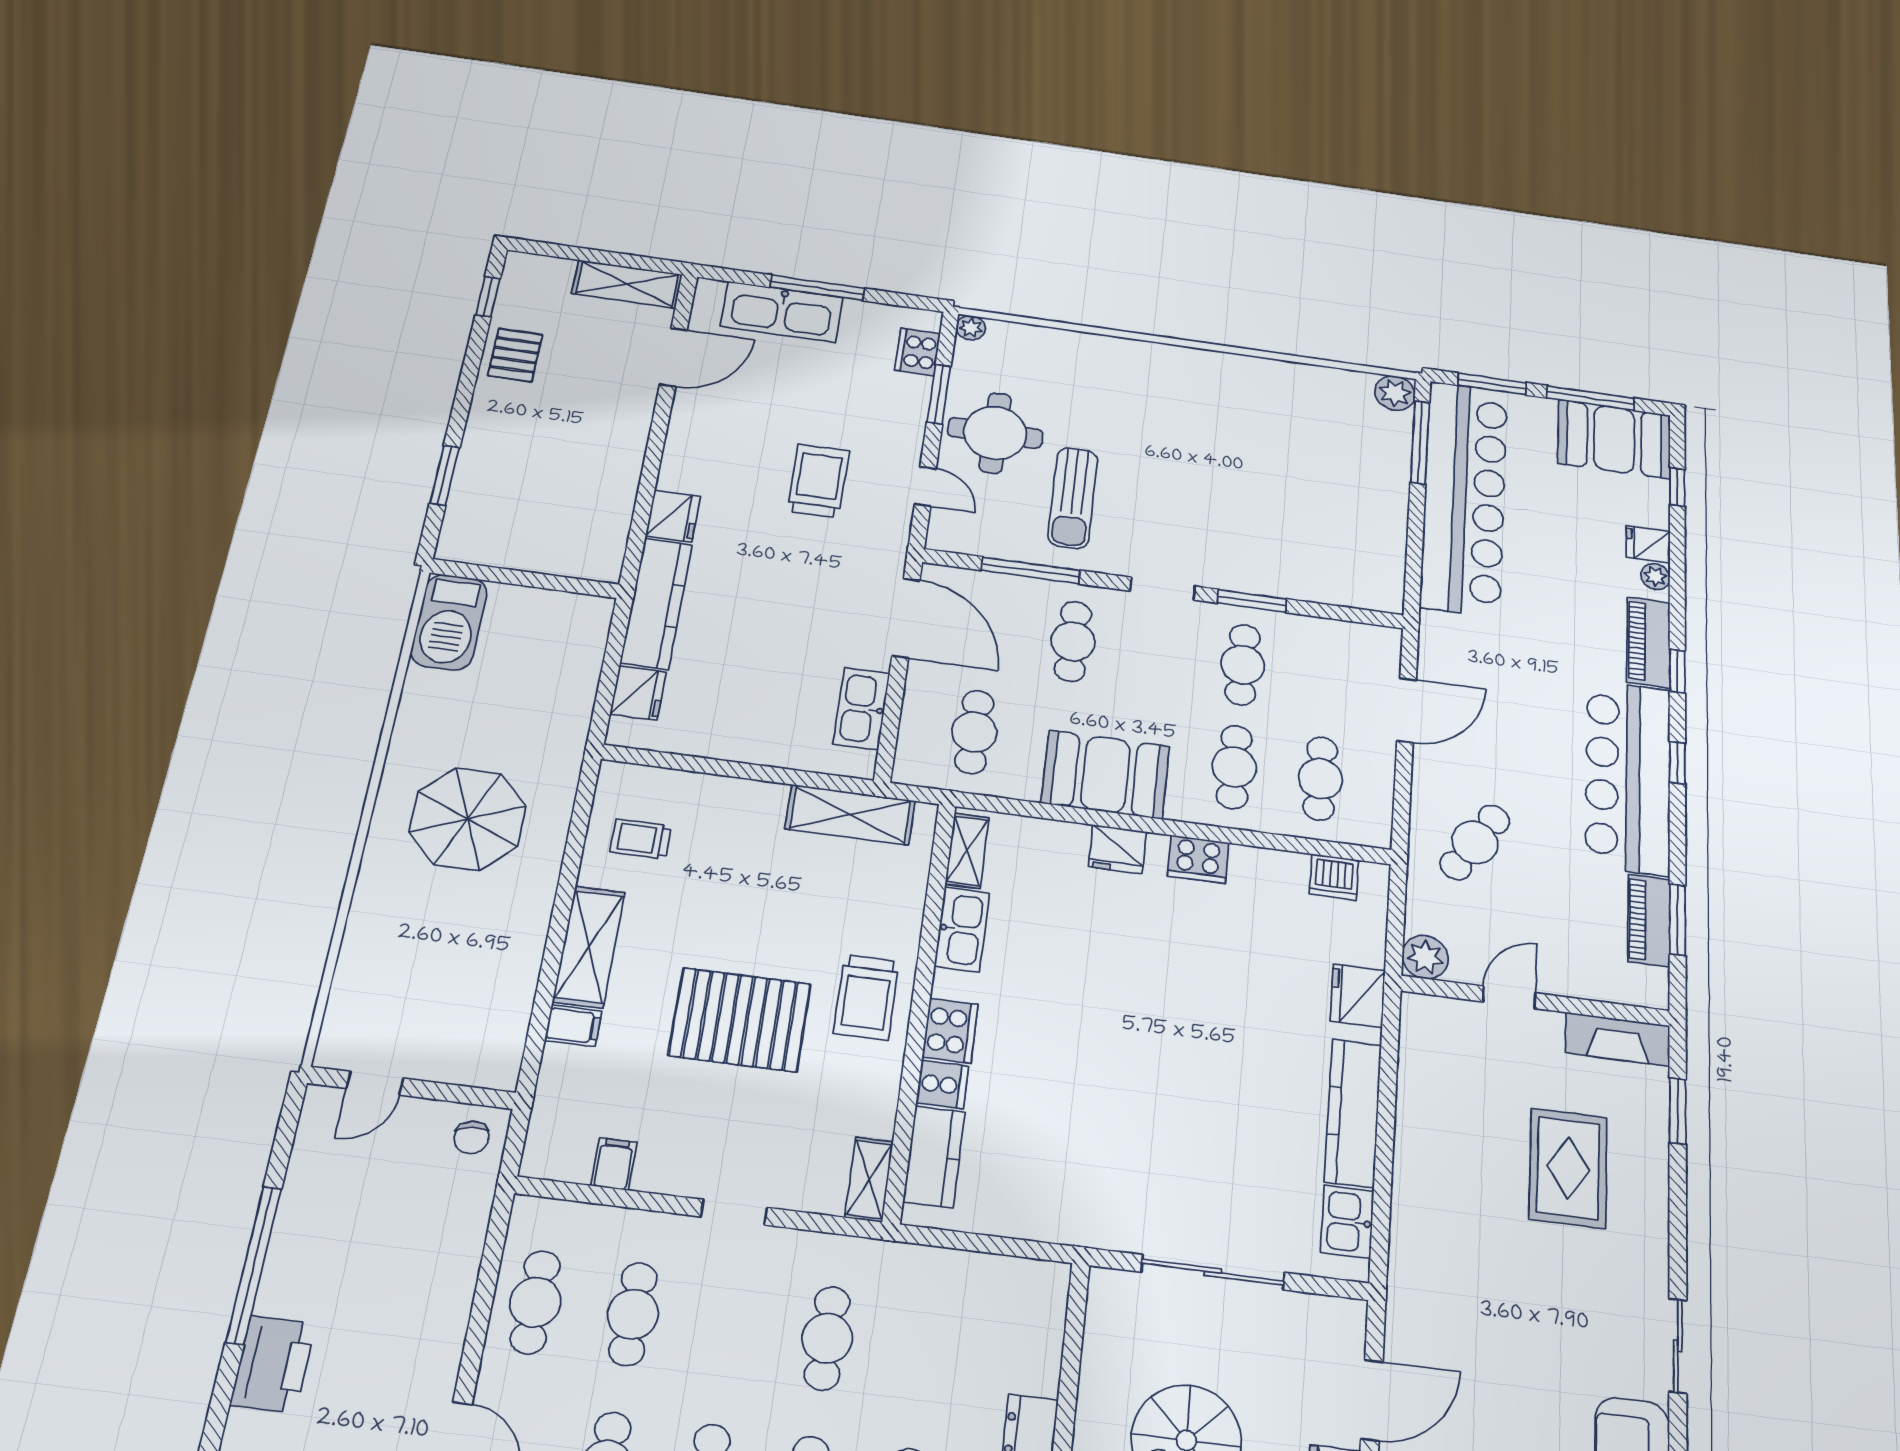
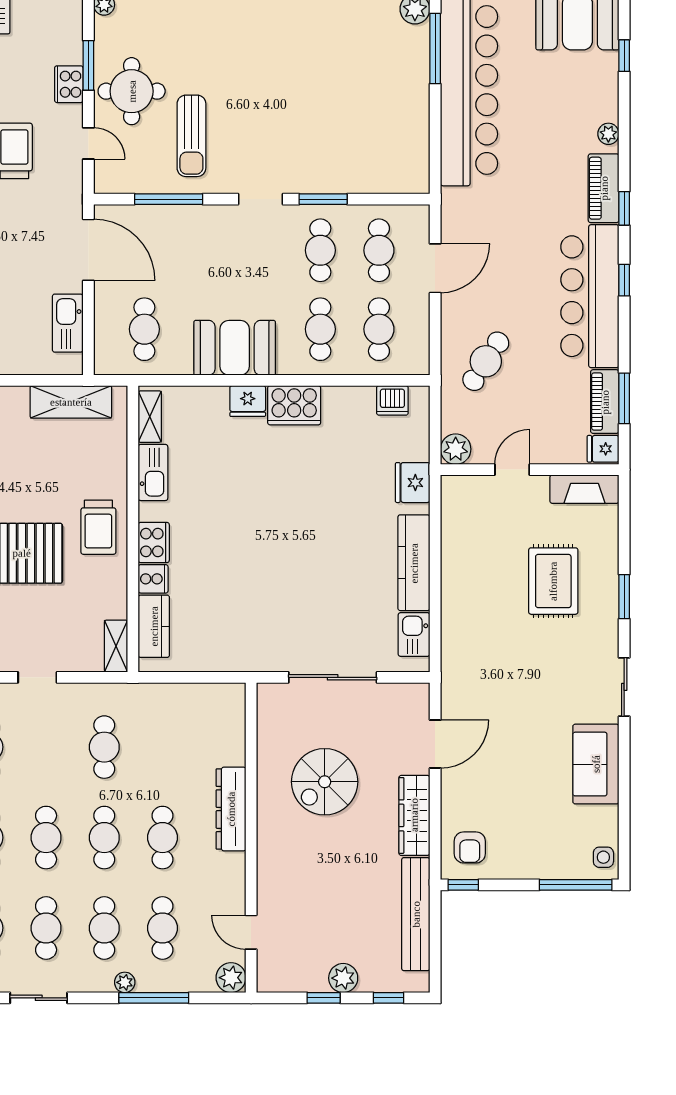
cooker: (918, 352) -> (69, 84), moved
fridge: (1648, 544) -> (603, 449), moved
cafe table: (1073, 641) -> (379, 250), moved
cooker: (1198, 859) -> (294, 405), width x1.37, depth x1.31
window: (1678, 1111) -> (624, 597), moved

